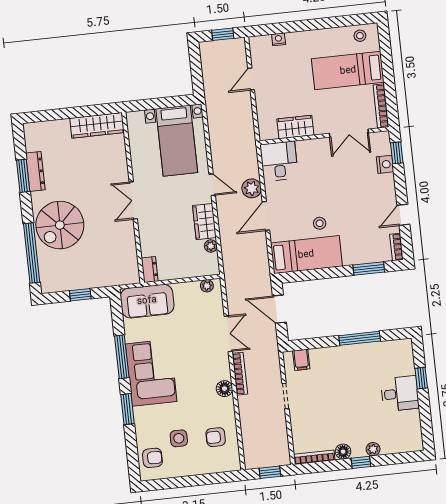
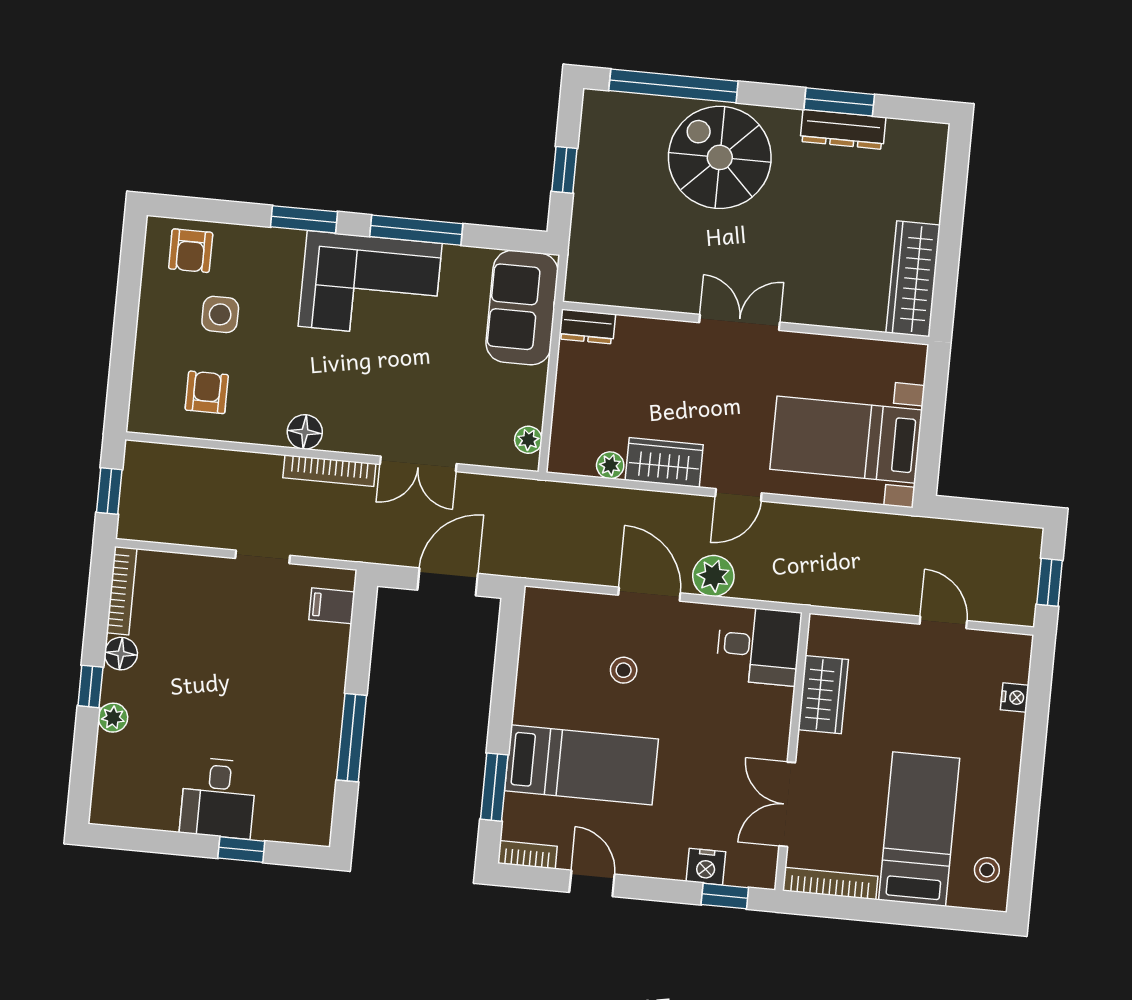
stool: (320, 223) -> (624, 670), moved
bed: (306, 255) -> (581, 765), moved, turned -90

